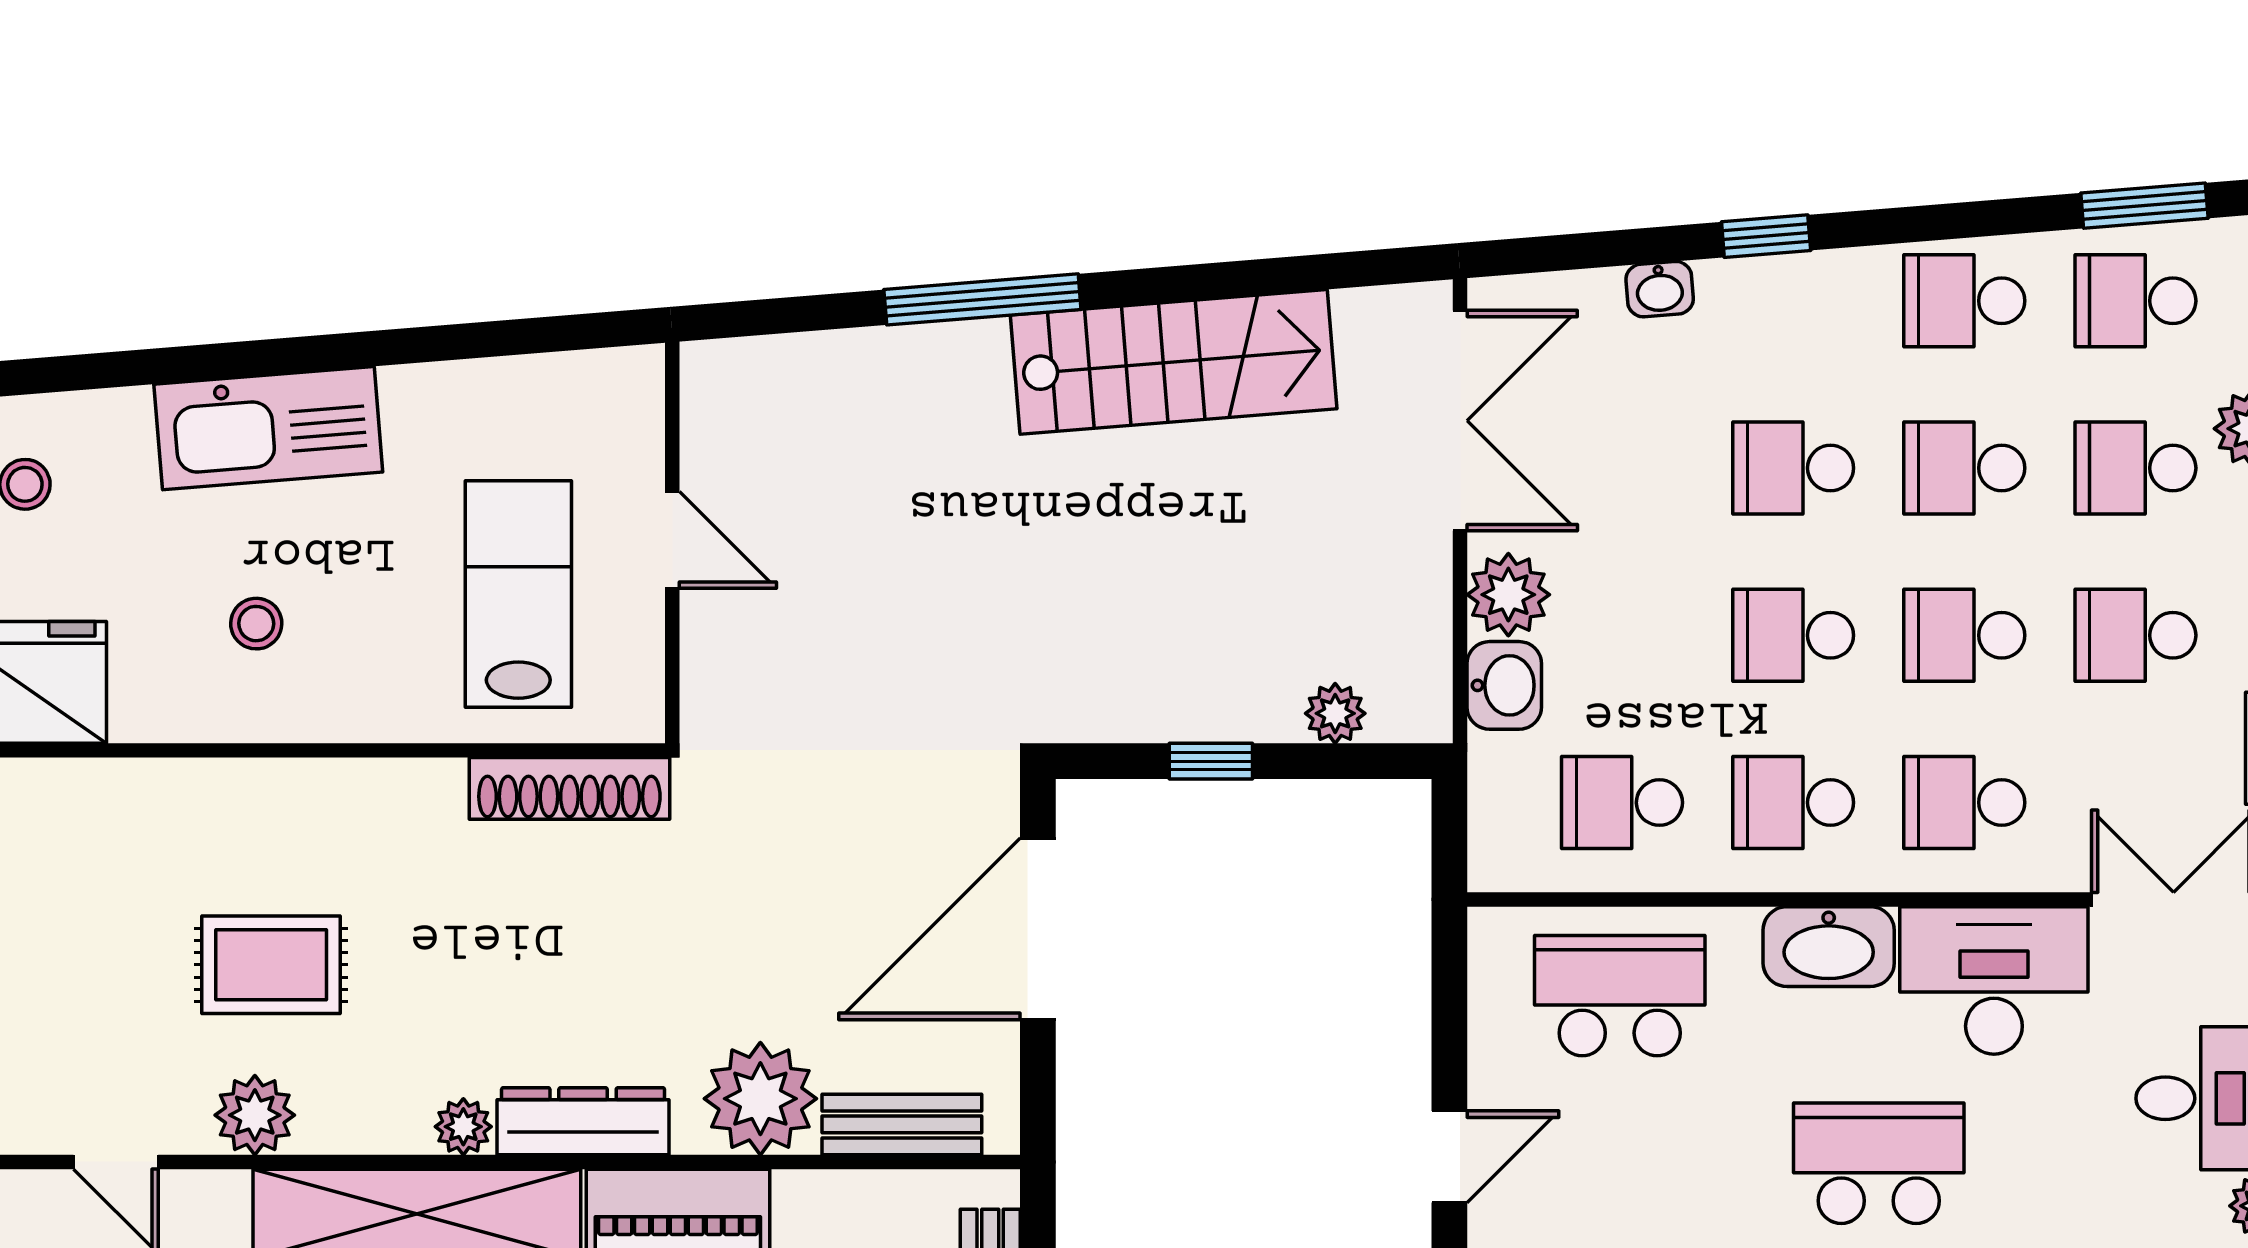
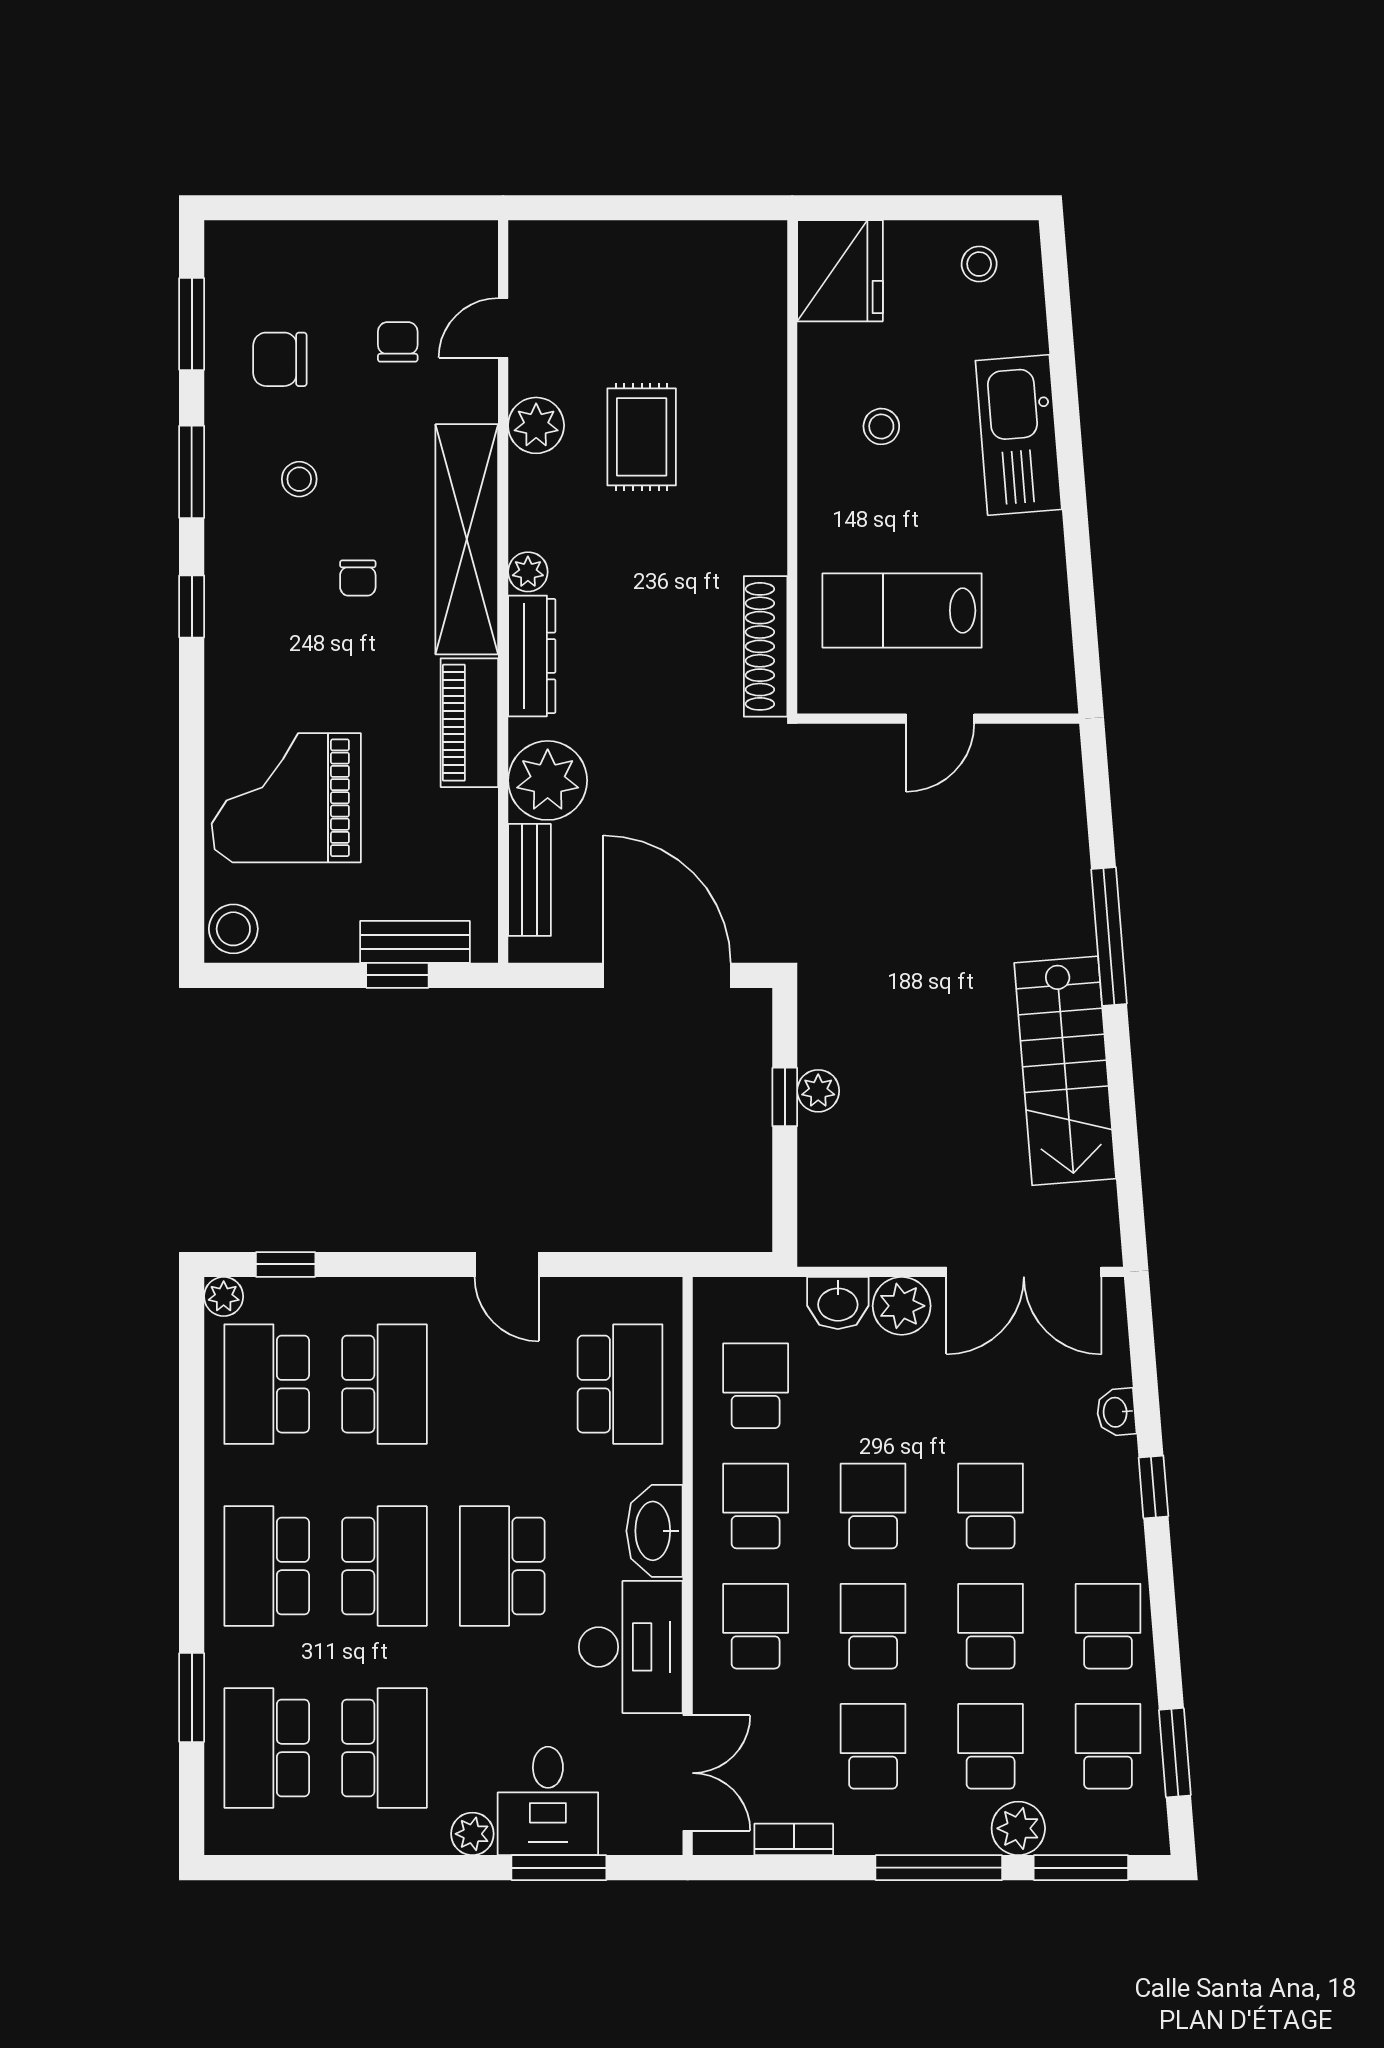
lab bench: (518, 594) -> (902, 611), turned 180
plant: (1335, 713) -> (818, 1091), moved
school desk: (1879, 1163) -> (502, 1566), turned 180

